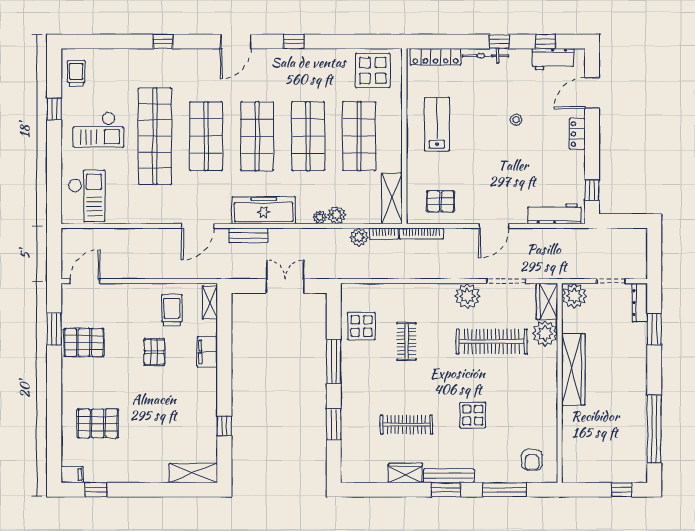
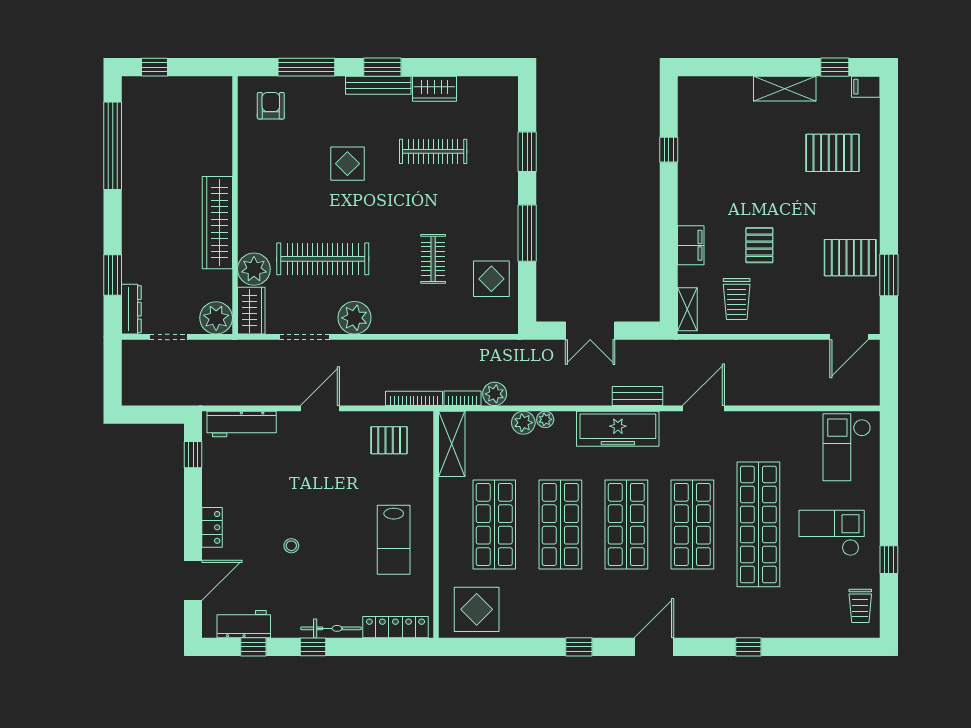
shelving: (193, 473) -> (785, 89), moved

